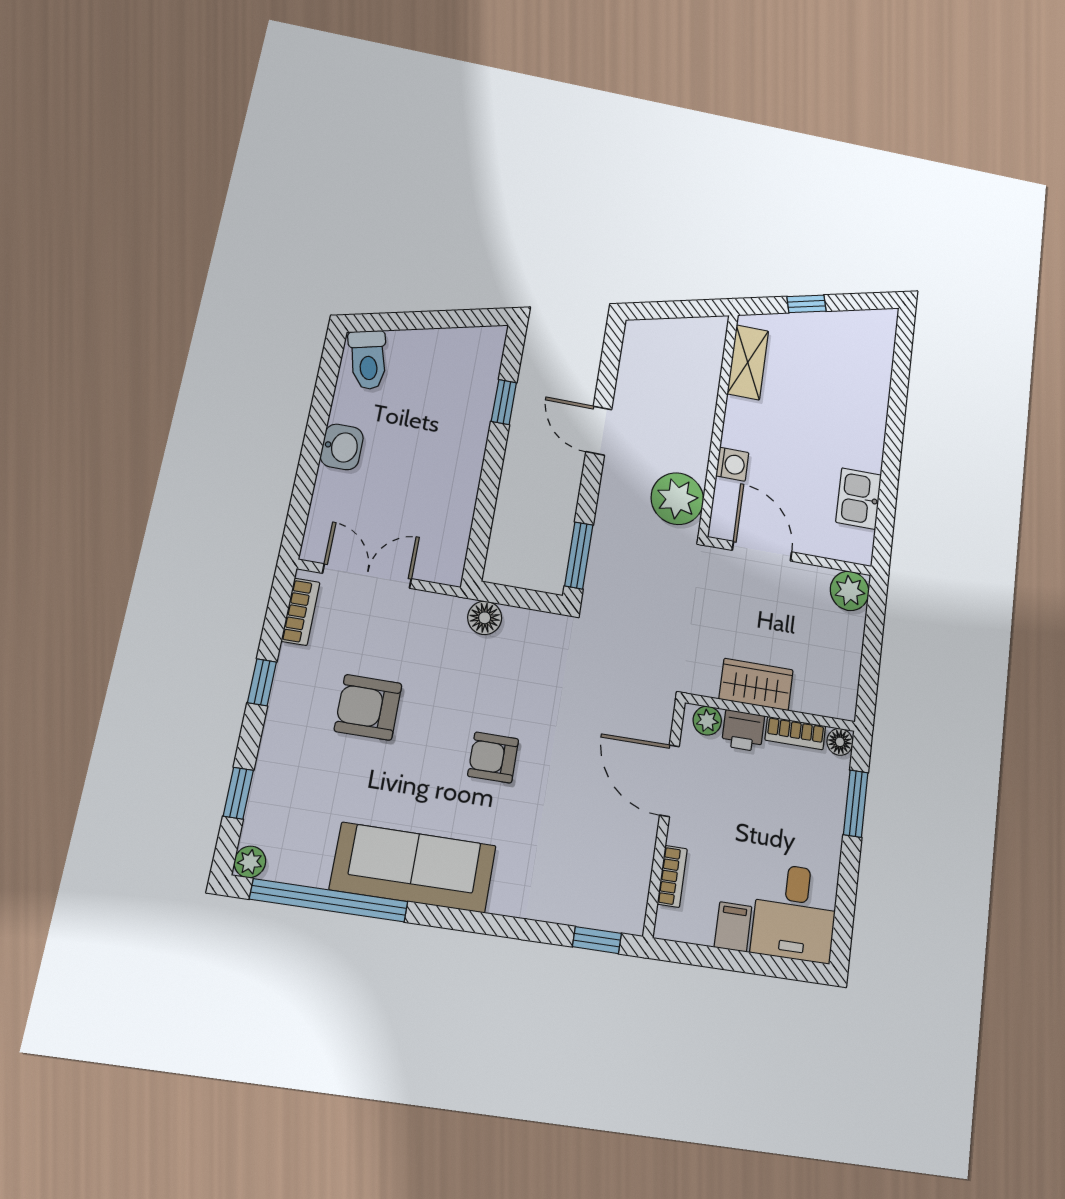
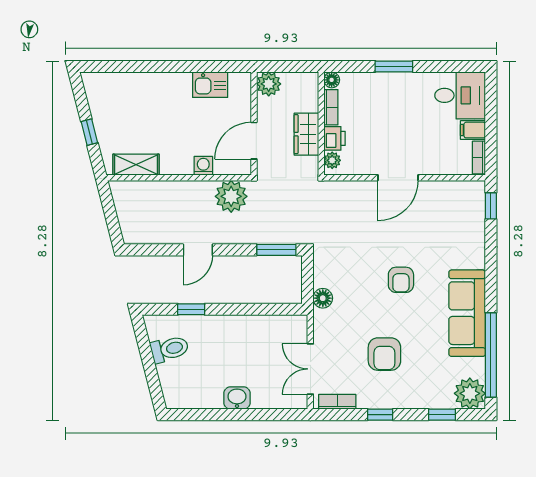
toilet: (368, 360) -> (170, 349), moved
wardrobe: (756, 684) -> (306, 134), moved
wall: (771, 712) -> (321, 123), moved
plant: (707, 721) -> (332, 160), moved
printer: (743, 731) -> (334, 138), moved
bookcase: (795, 733) -> (331, 107), moved
floor lamp: (840, 742) -> (332, 80), moved
plant: (250, 862) -> (470, 393), width x1.87, depth x1.87
bookcase: (672, 876) -> (479, 158), moved, turned -90

